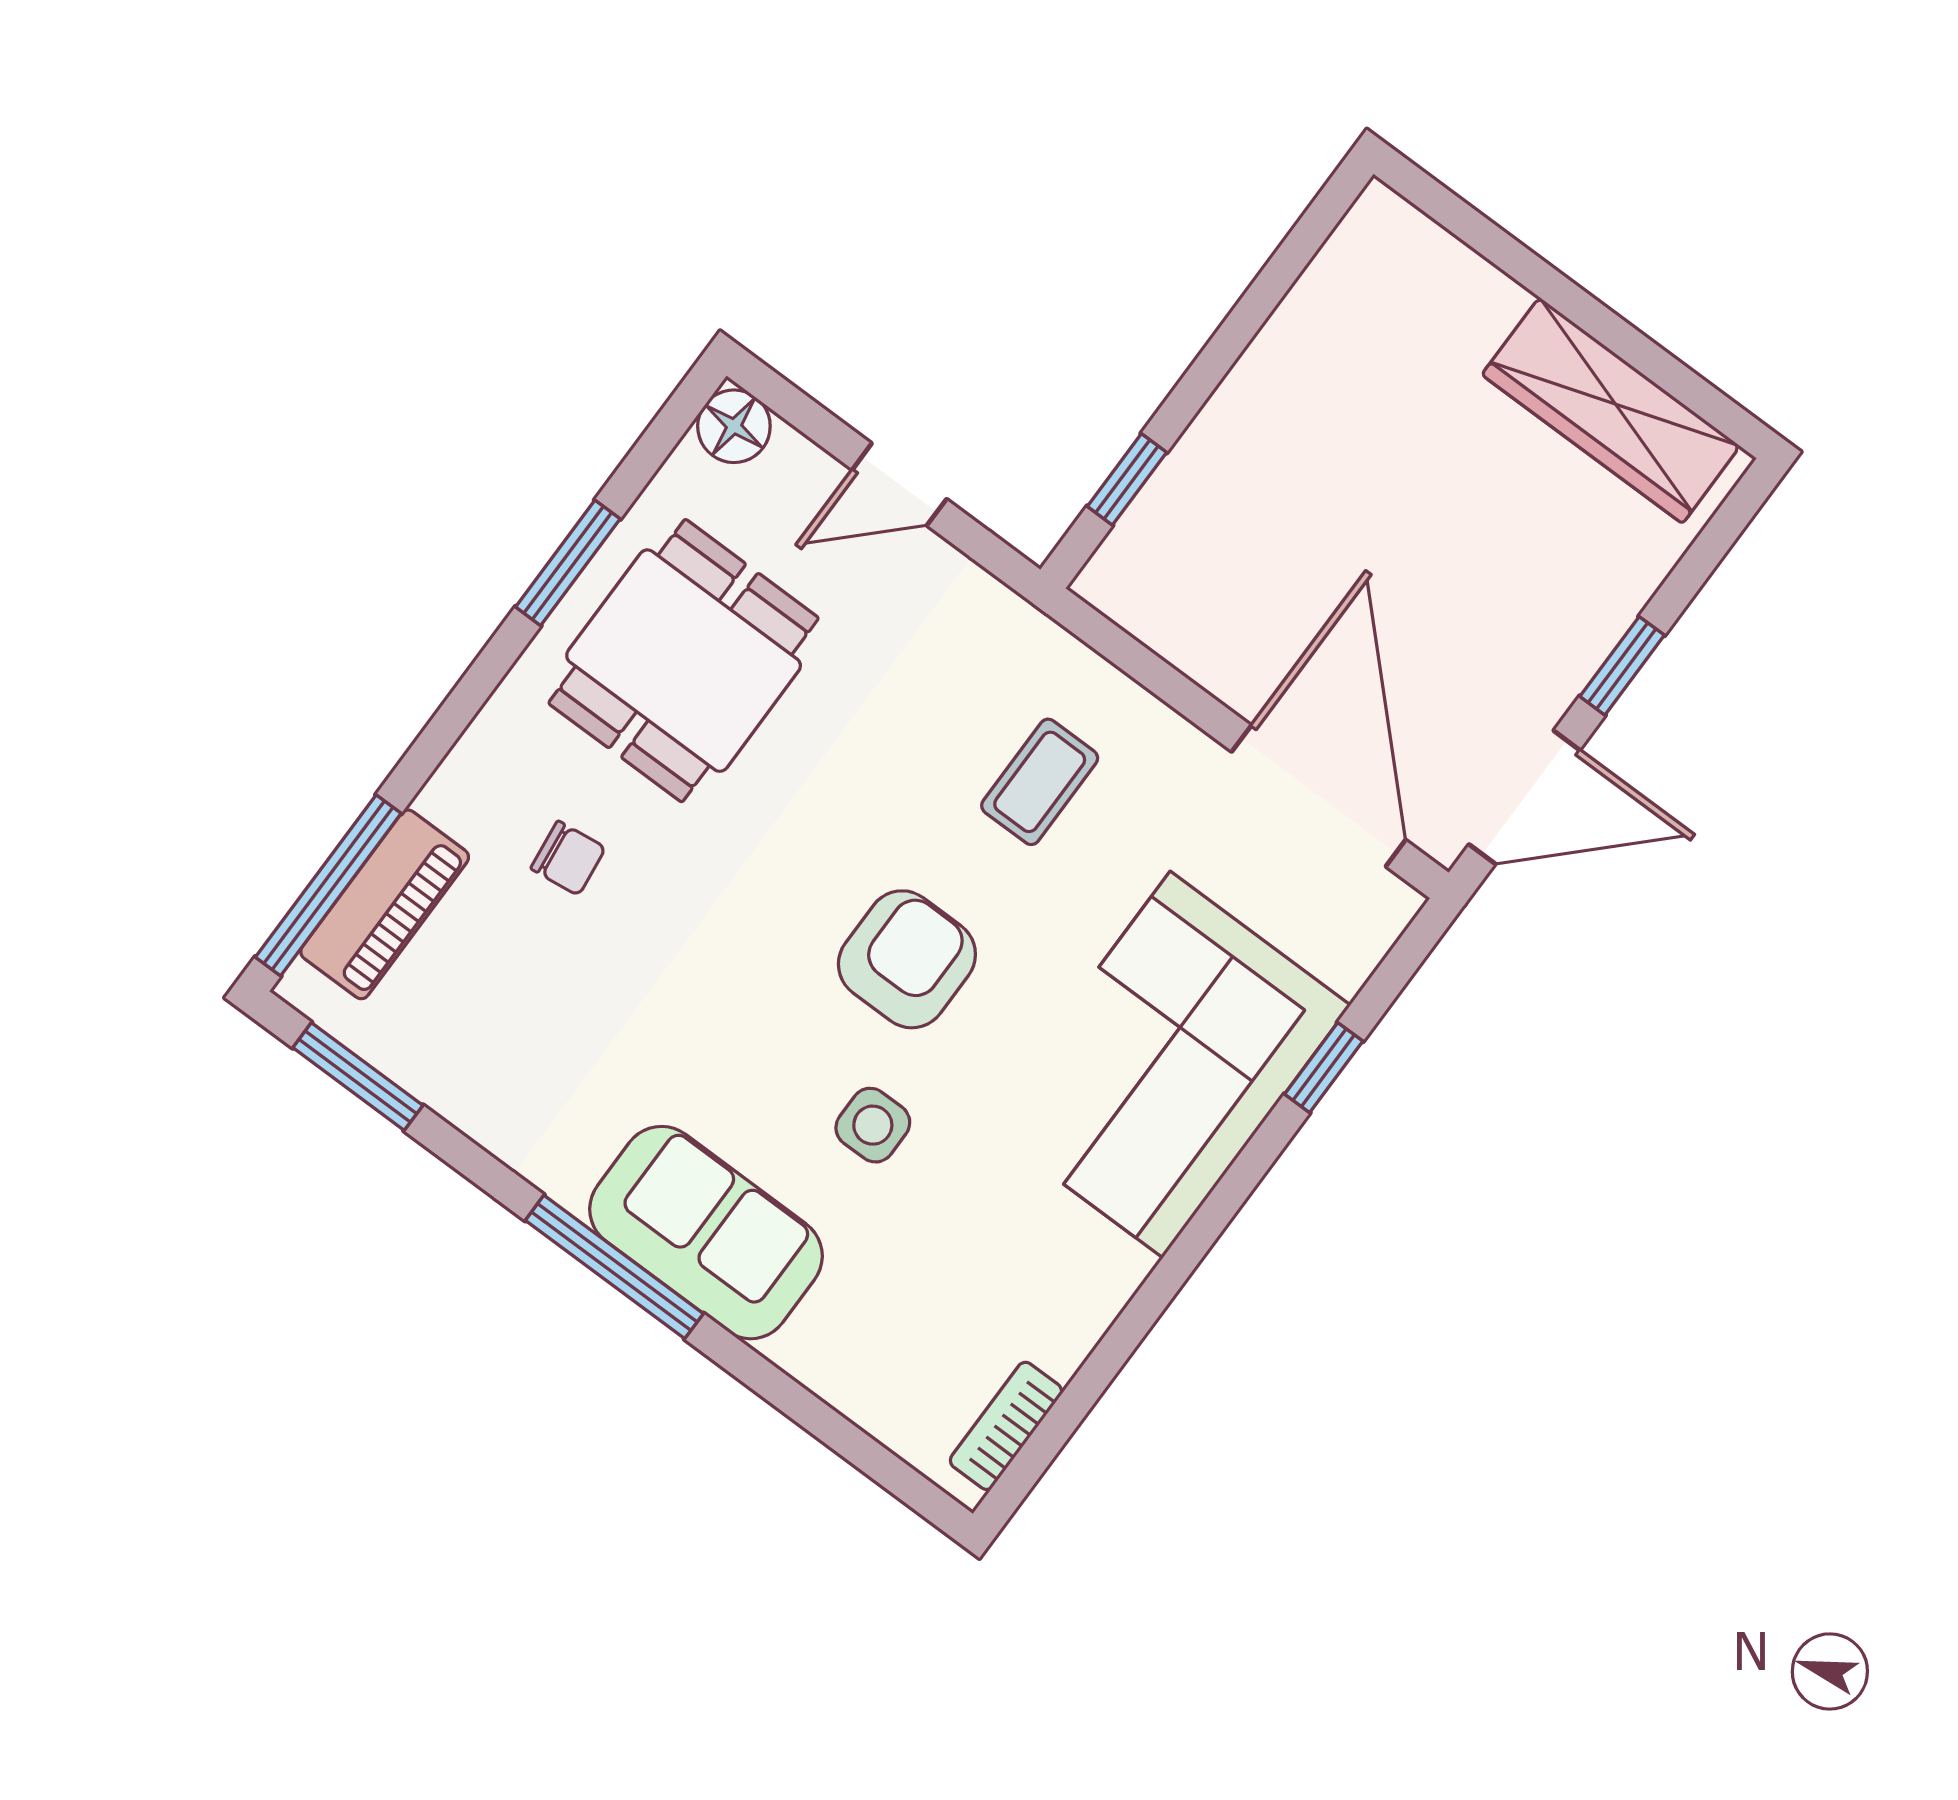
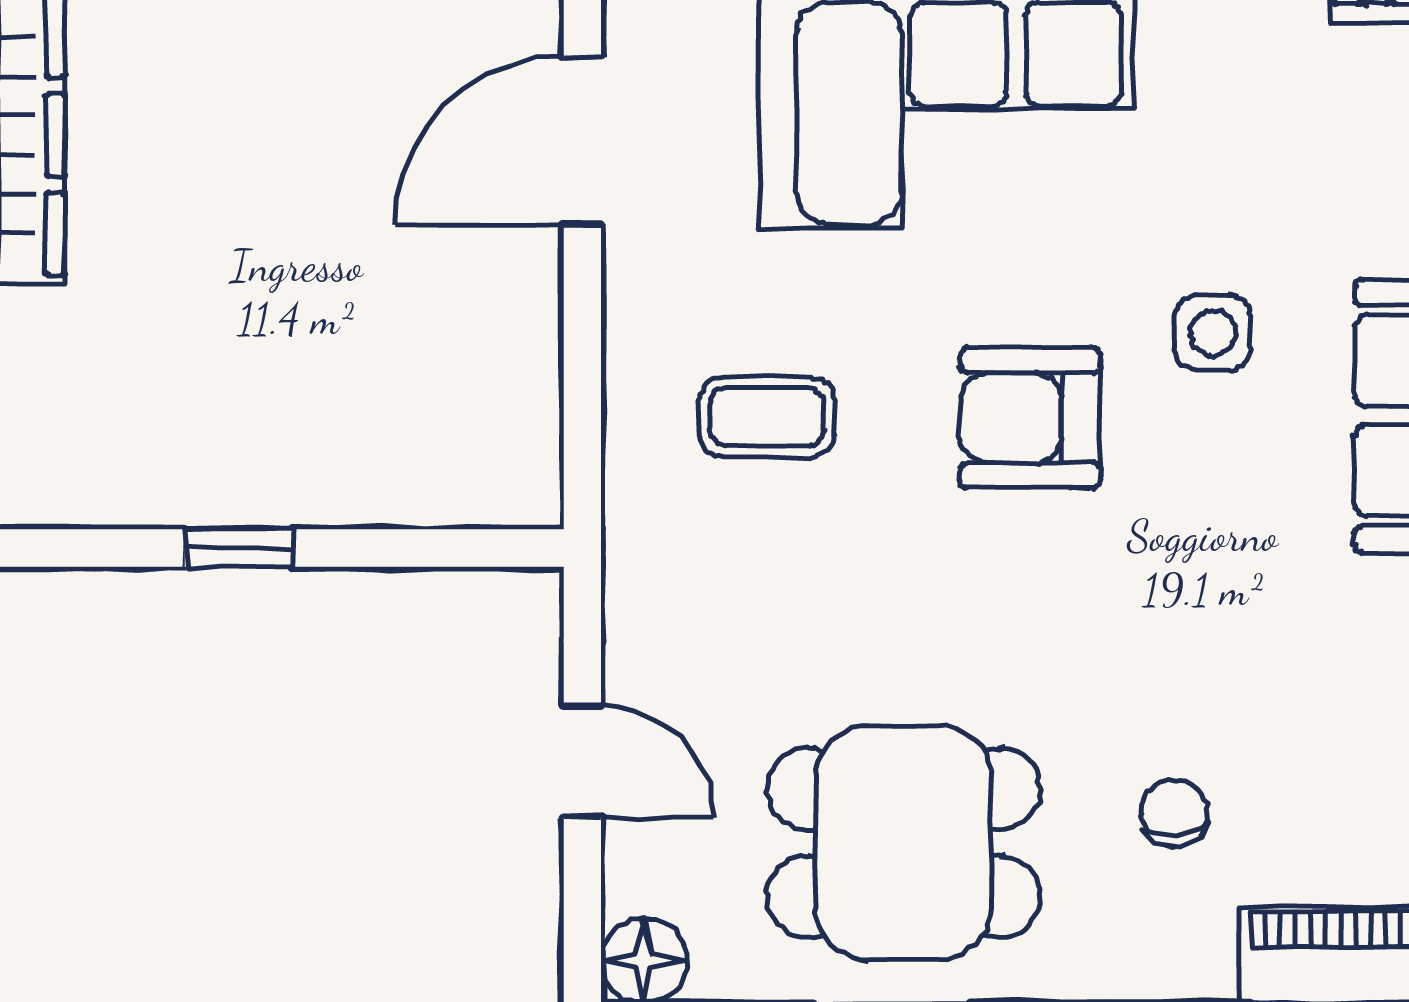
window: (1127, 479) -> (239, 548), moved
door: (1319, 796) -> (582, 141), width x0.73

